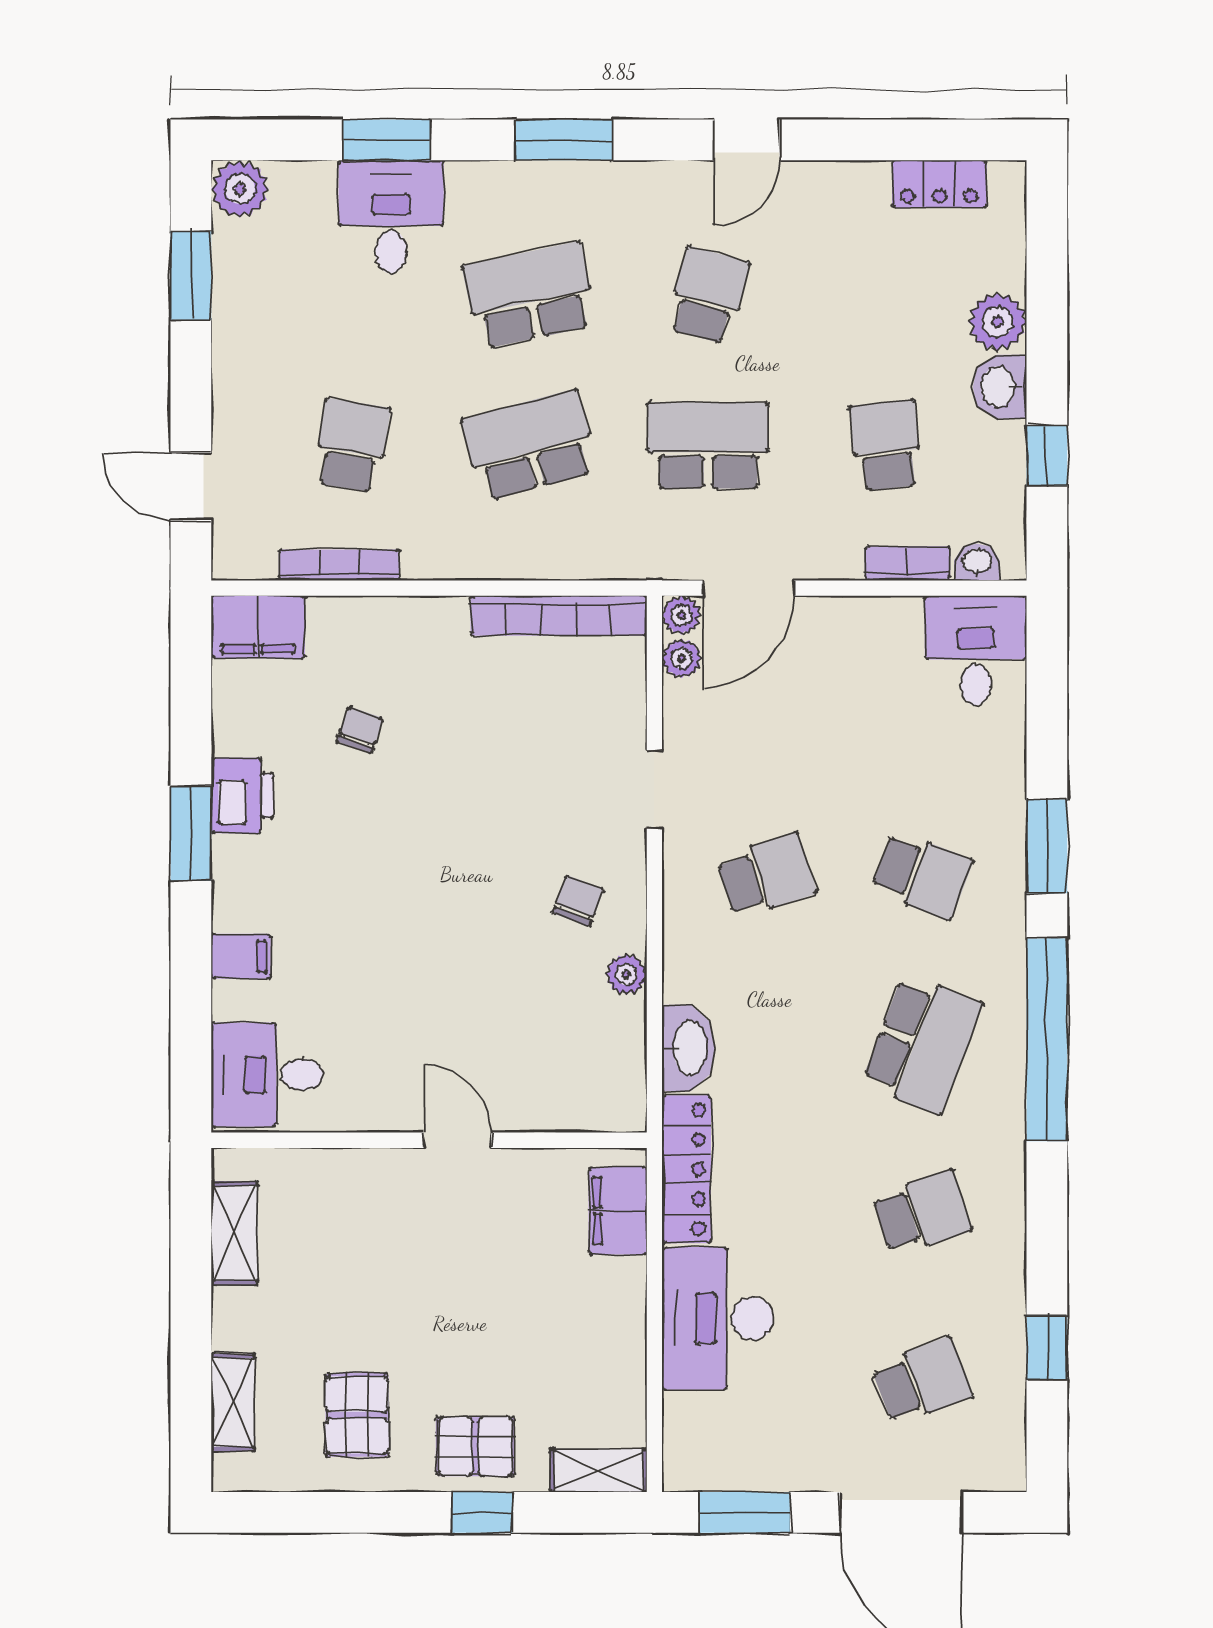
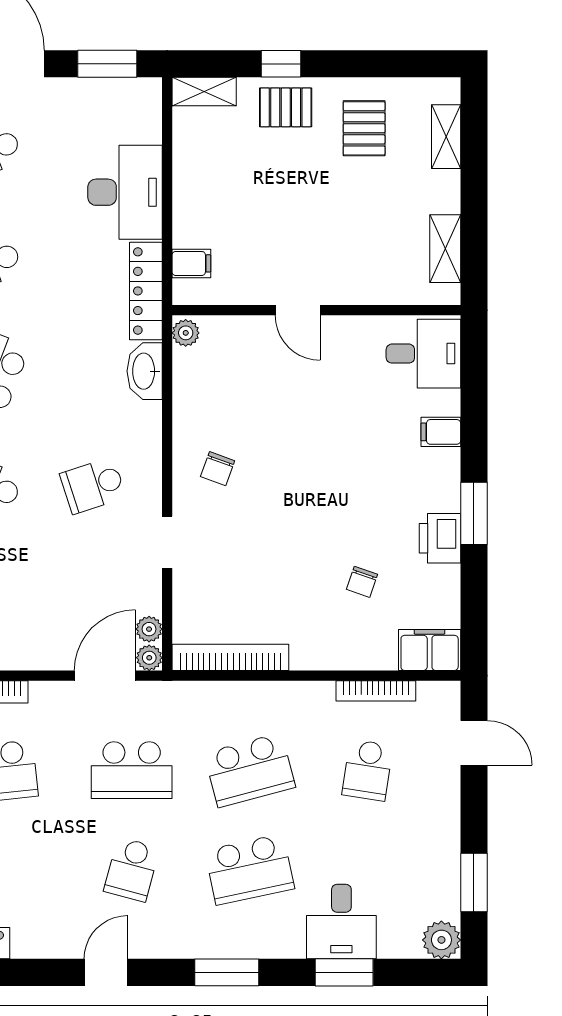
plant: (626, 974) -> (186, 333), moved
filing cabinet: (618, 1211) -> (191, 263), width x0.50

